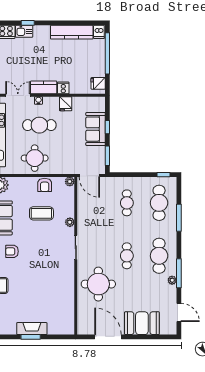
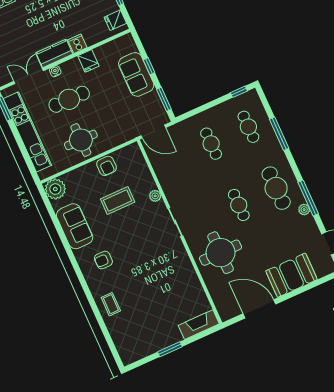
plant: (70, 182) -> (134, 149), removed
cafe table: (159, 203) -> (248, 127), width x0.73, depth x0.74
fireplace: (32, 329) -> (199, 325), moved

